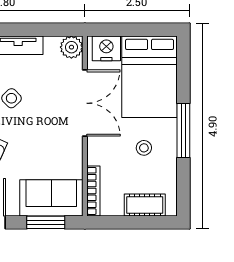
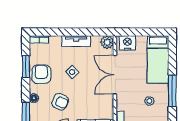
bed: (150, 77) -> (158, 59), width x0.67
double door: (85, 103) -> (115, 75), swing flipped

